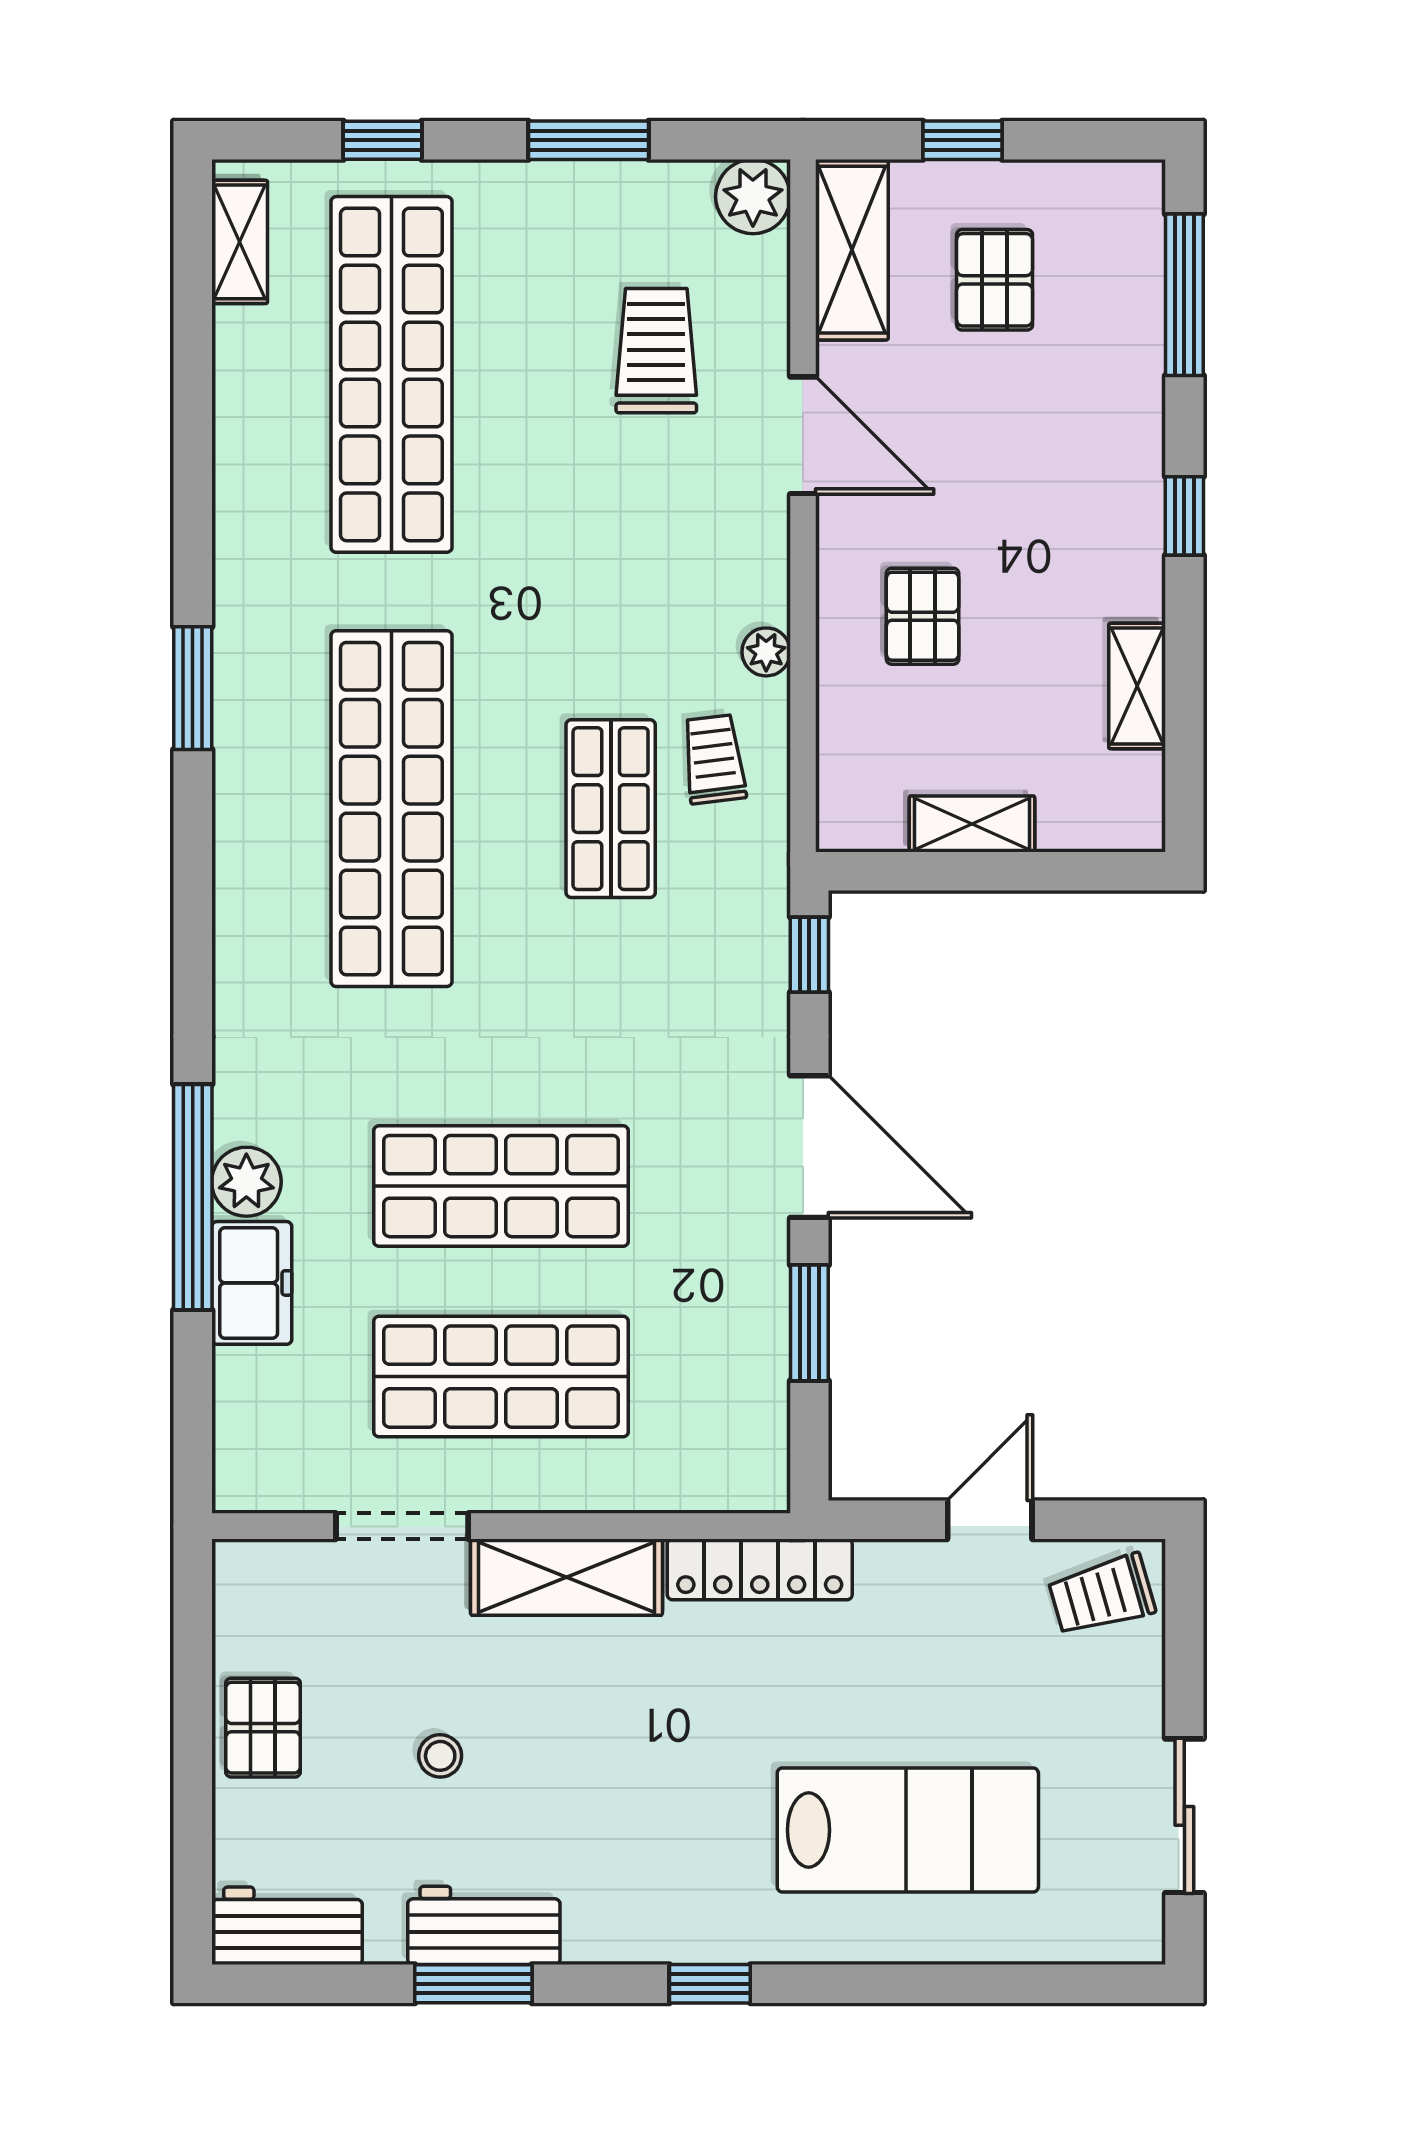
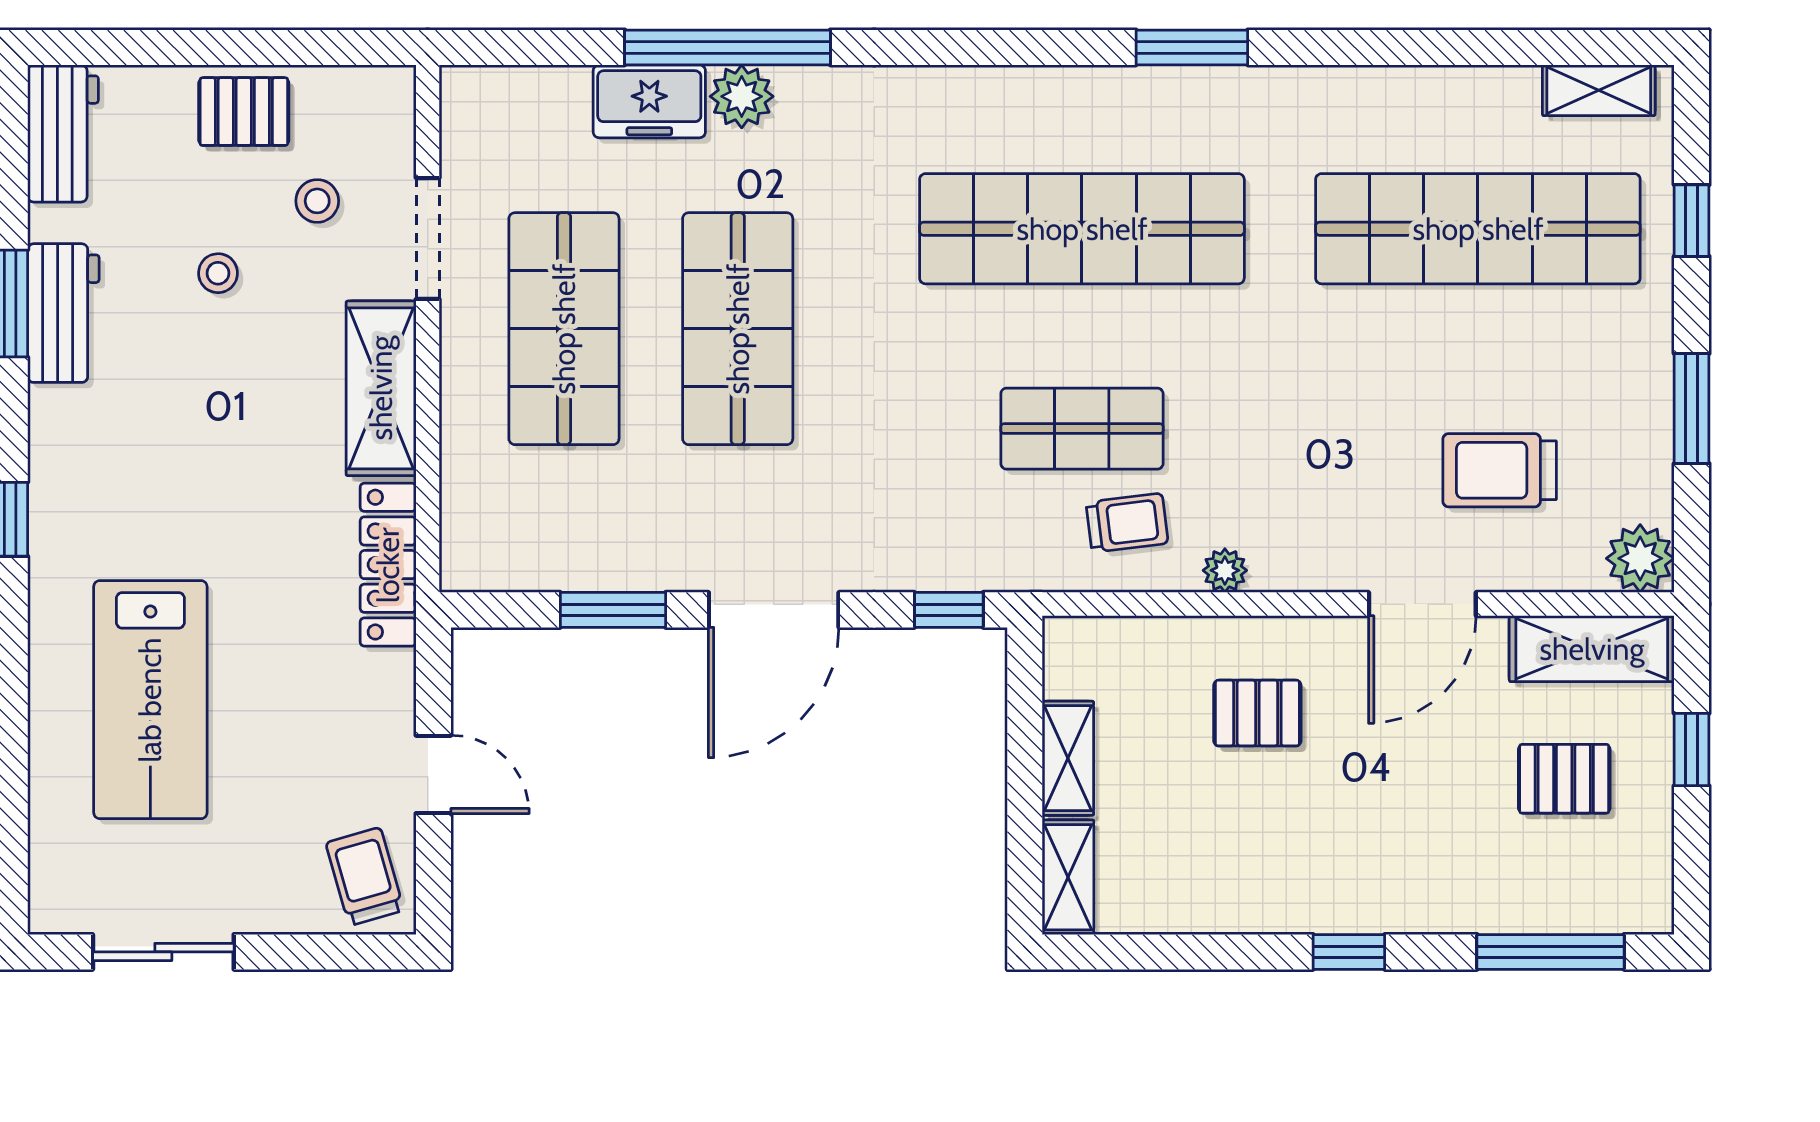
trolley: (656, 351) -> (1500, 470), turned 180
shelving: (1137, 686) -> (1068, 877), moved, turned 90
stool: (361, 1647) -> (317, 201), added

